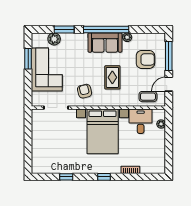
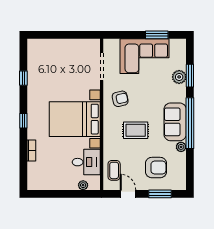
plant: (54, 39) -> (179, 77), moved
window: (169, 56) -> (160, 194), width x0.69
armchair: (145, 59) -> (156, 168), turned -90

